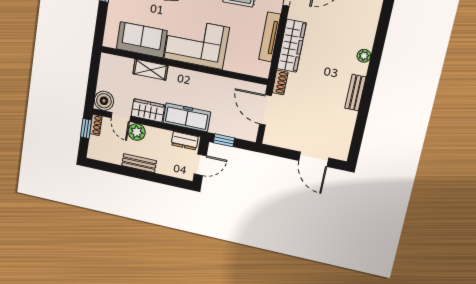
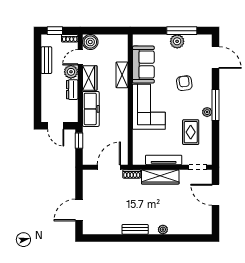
window: (86, 128) -> (55, 31), moved
dresser: (185, 141) -> (72, 90), moved
bench: (139, 163) -> (46, 60), moved

